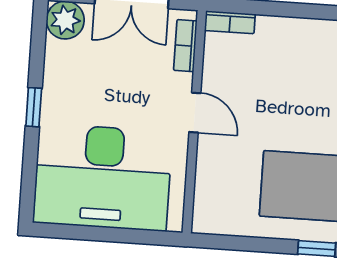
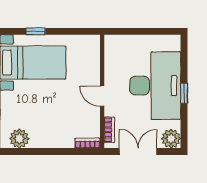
desk: (103, 177) -> (155, 86), moved, turned 90

